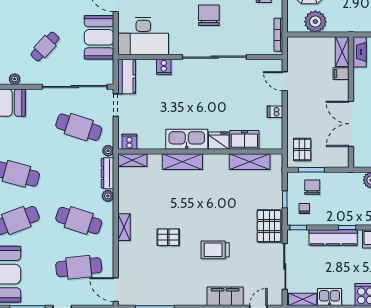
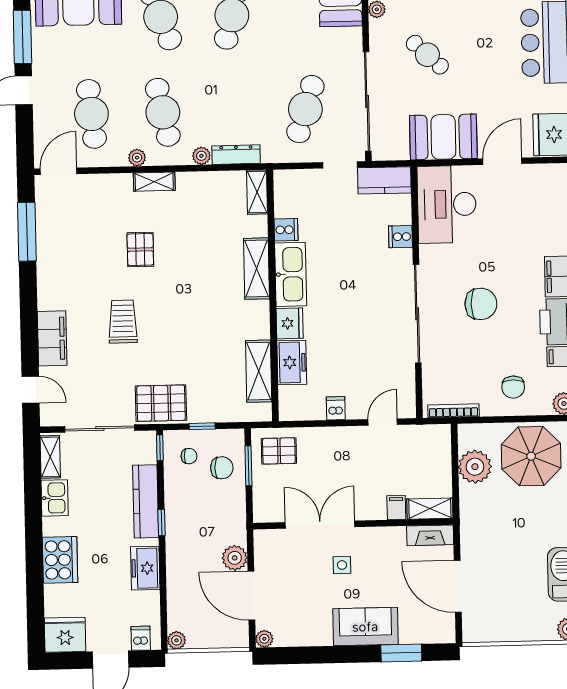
cooker: (129, 142) -> (286, 230), moved
plant: (108, 151) -> (137, 158), moved
cafe table: (79, 221) -> (163, 112), turned -30

